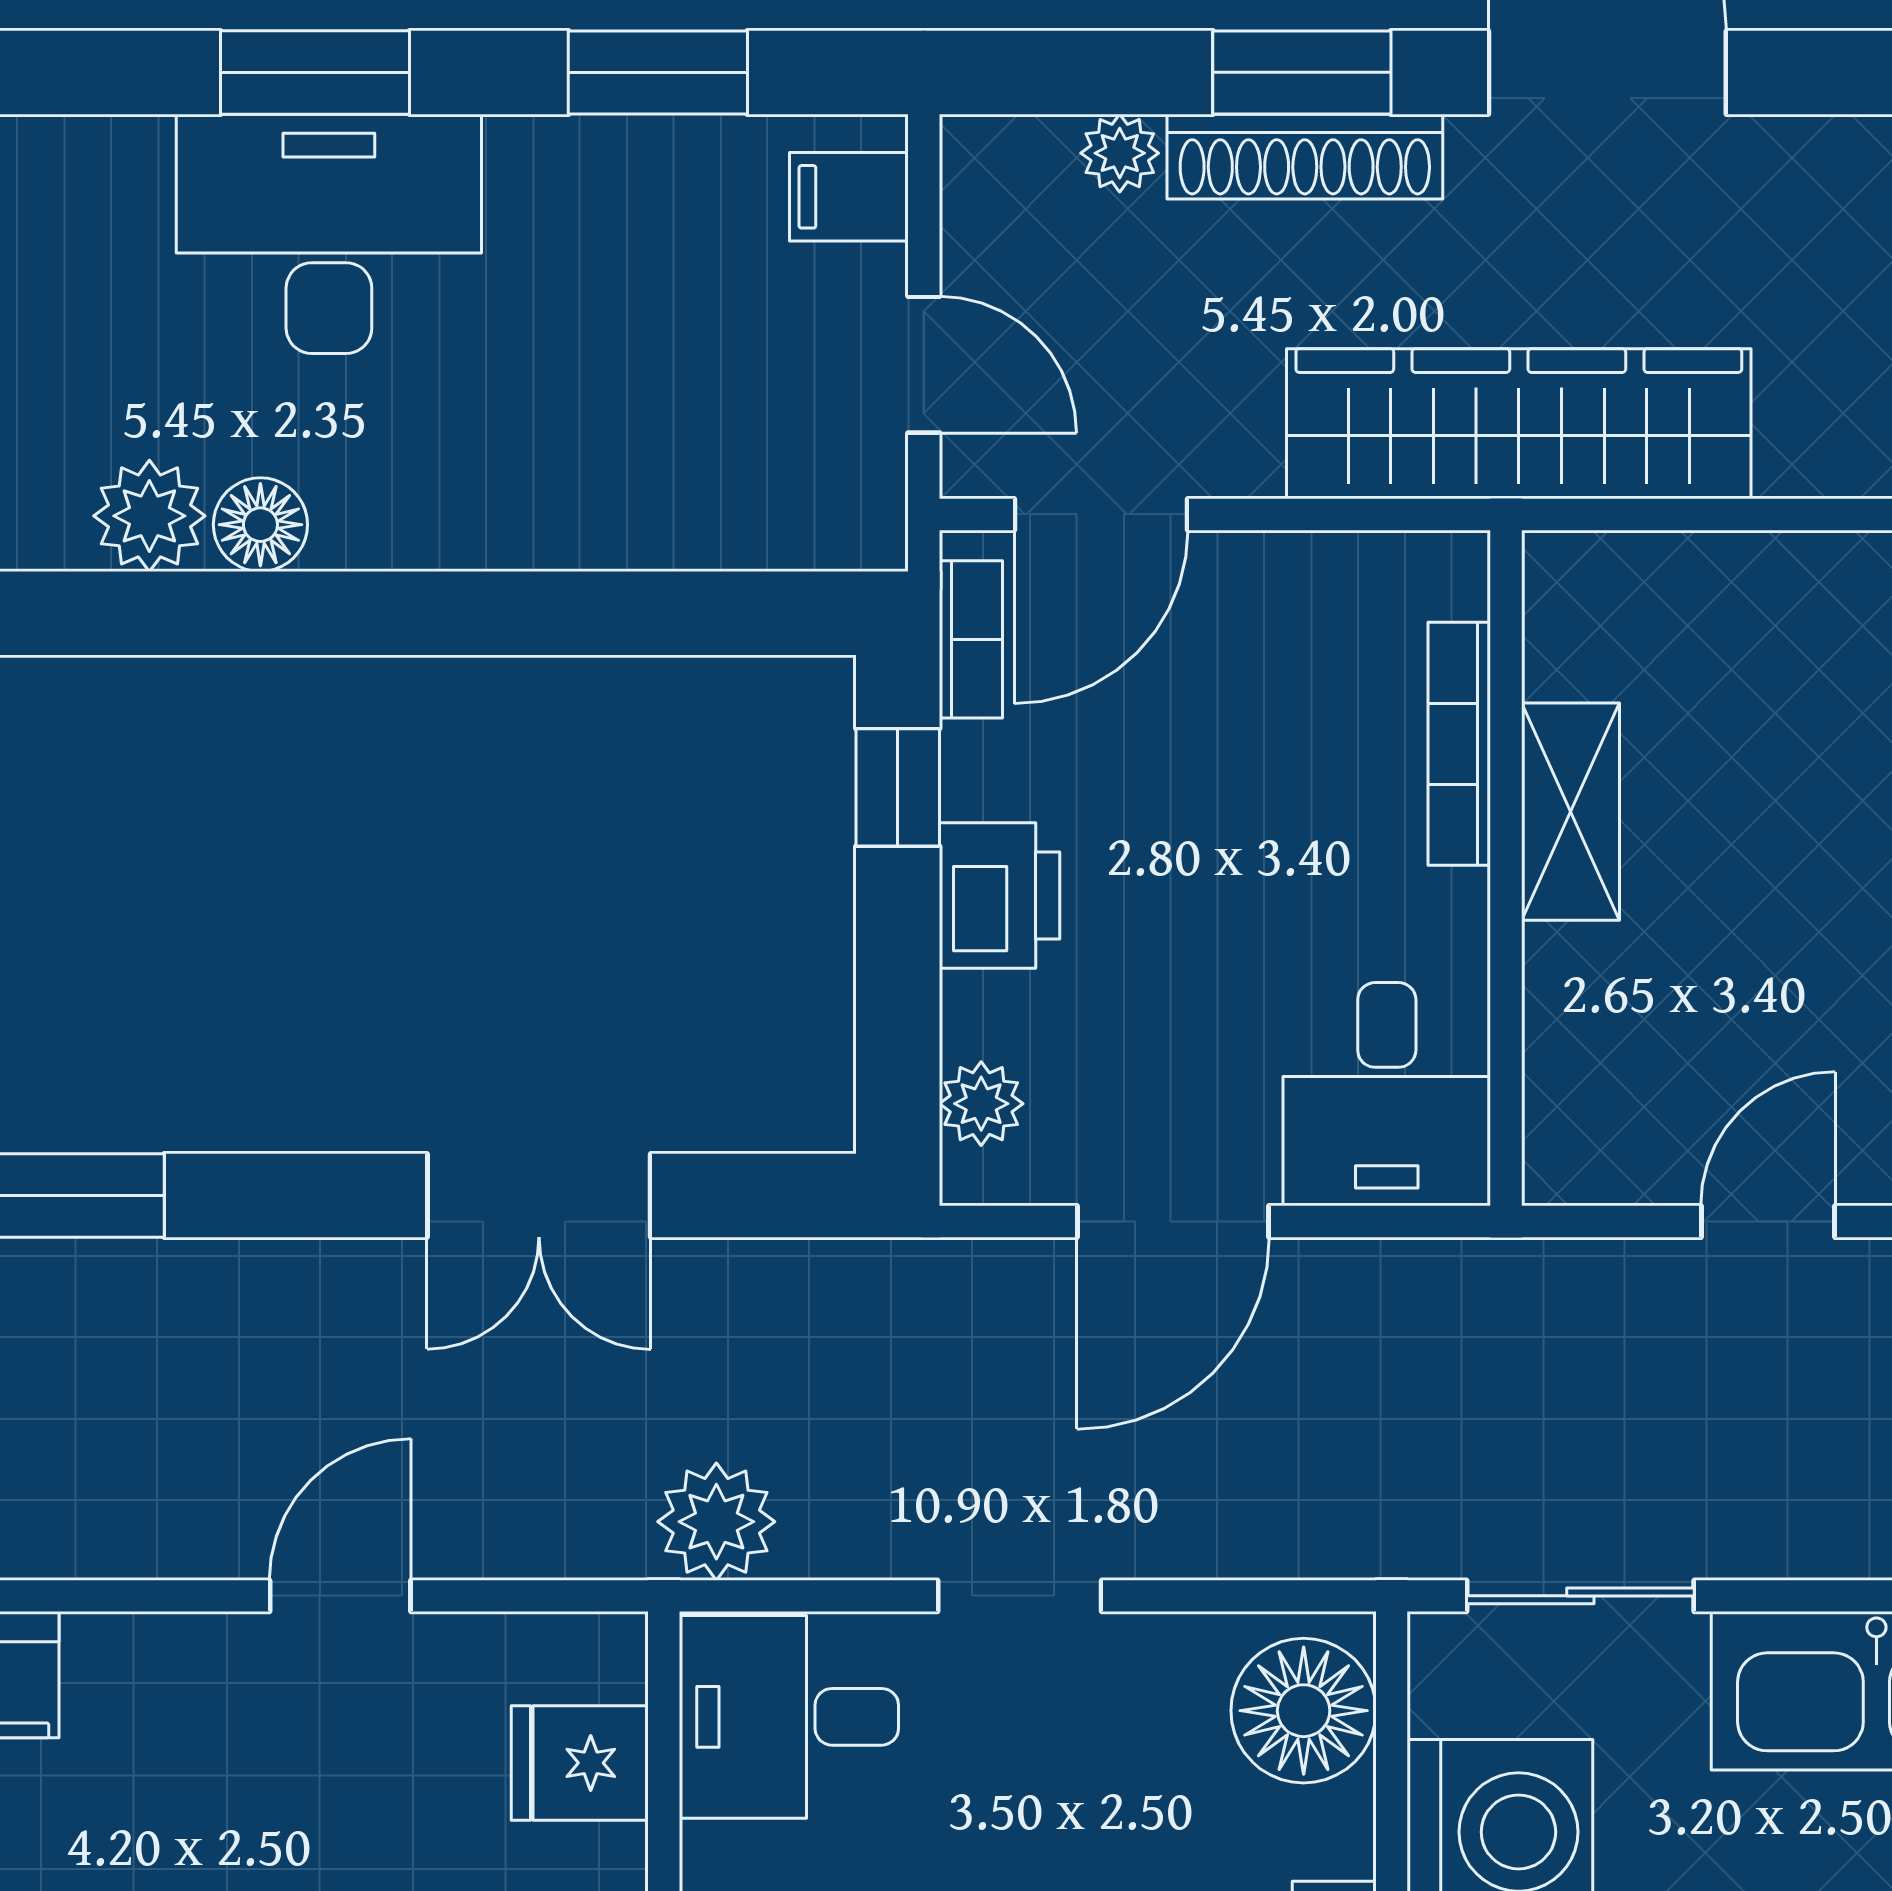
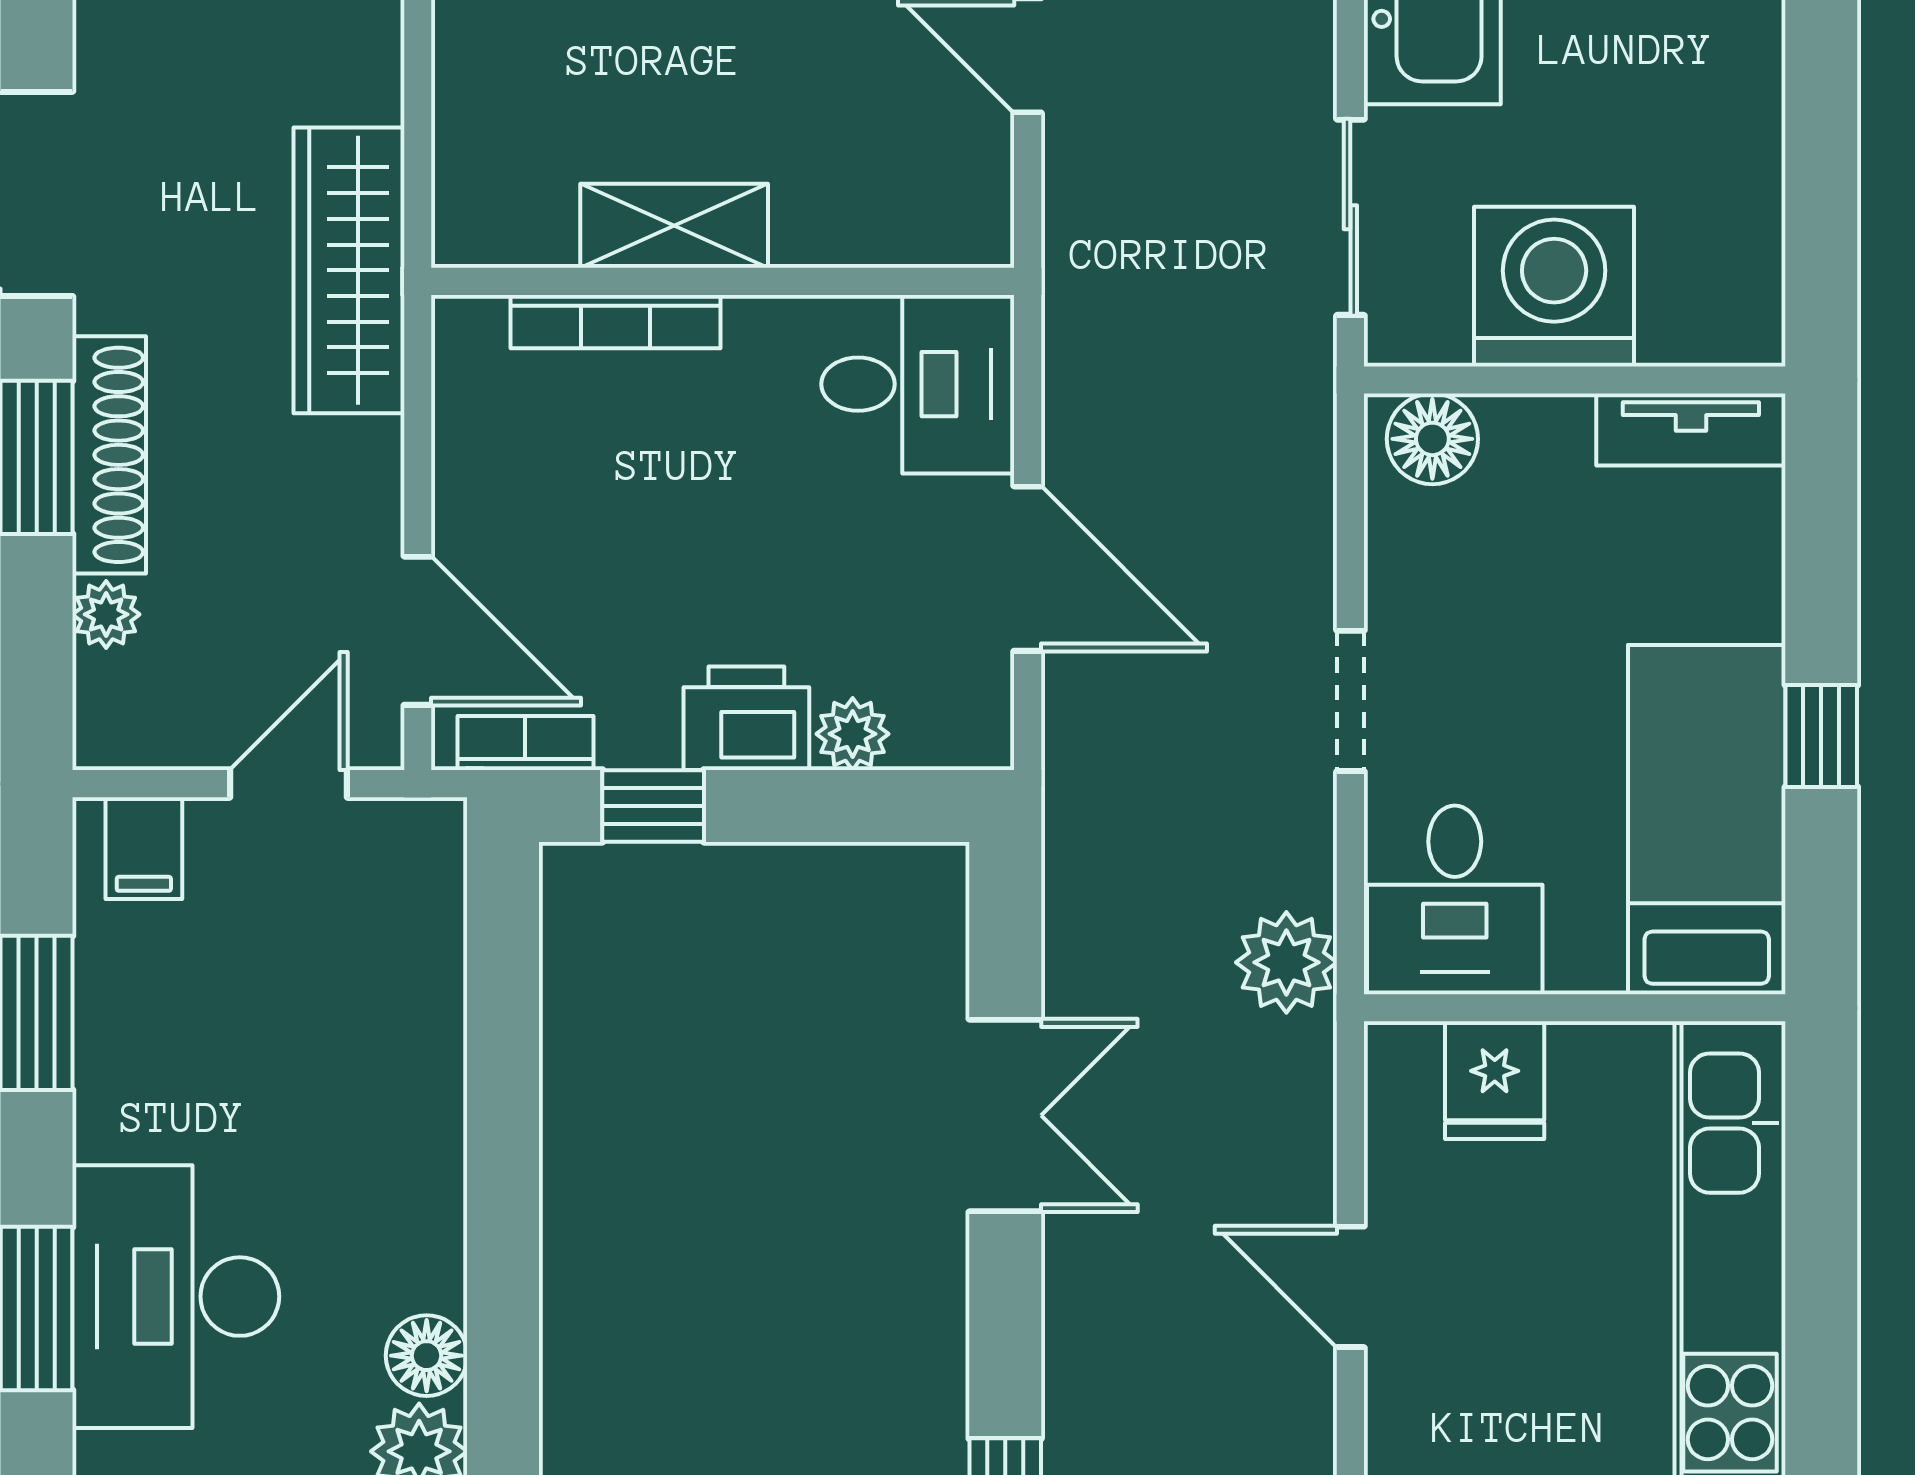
wardrobe: (1519, 424) -> (349, 270), width x0.71, depth x0.85
plant: (981, 1104) -> (853, 734), moved
floor lamp: (1304, 1711) -> (1432, 439), width x0.73, depth x0.73

